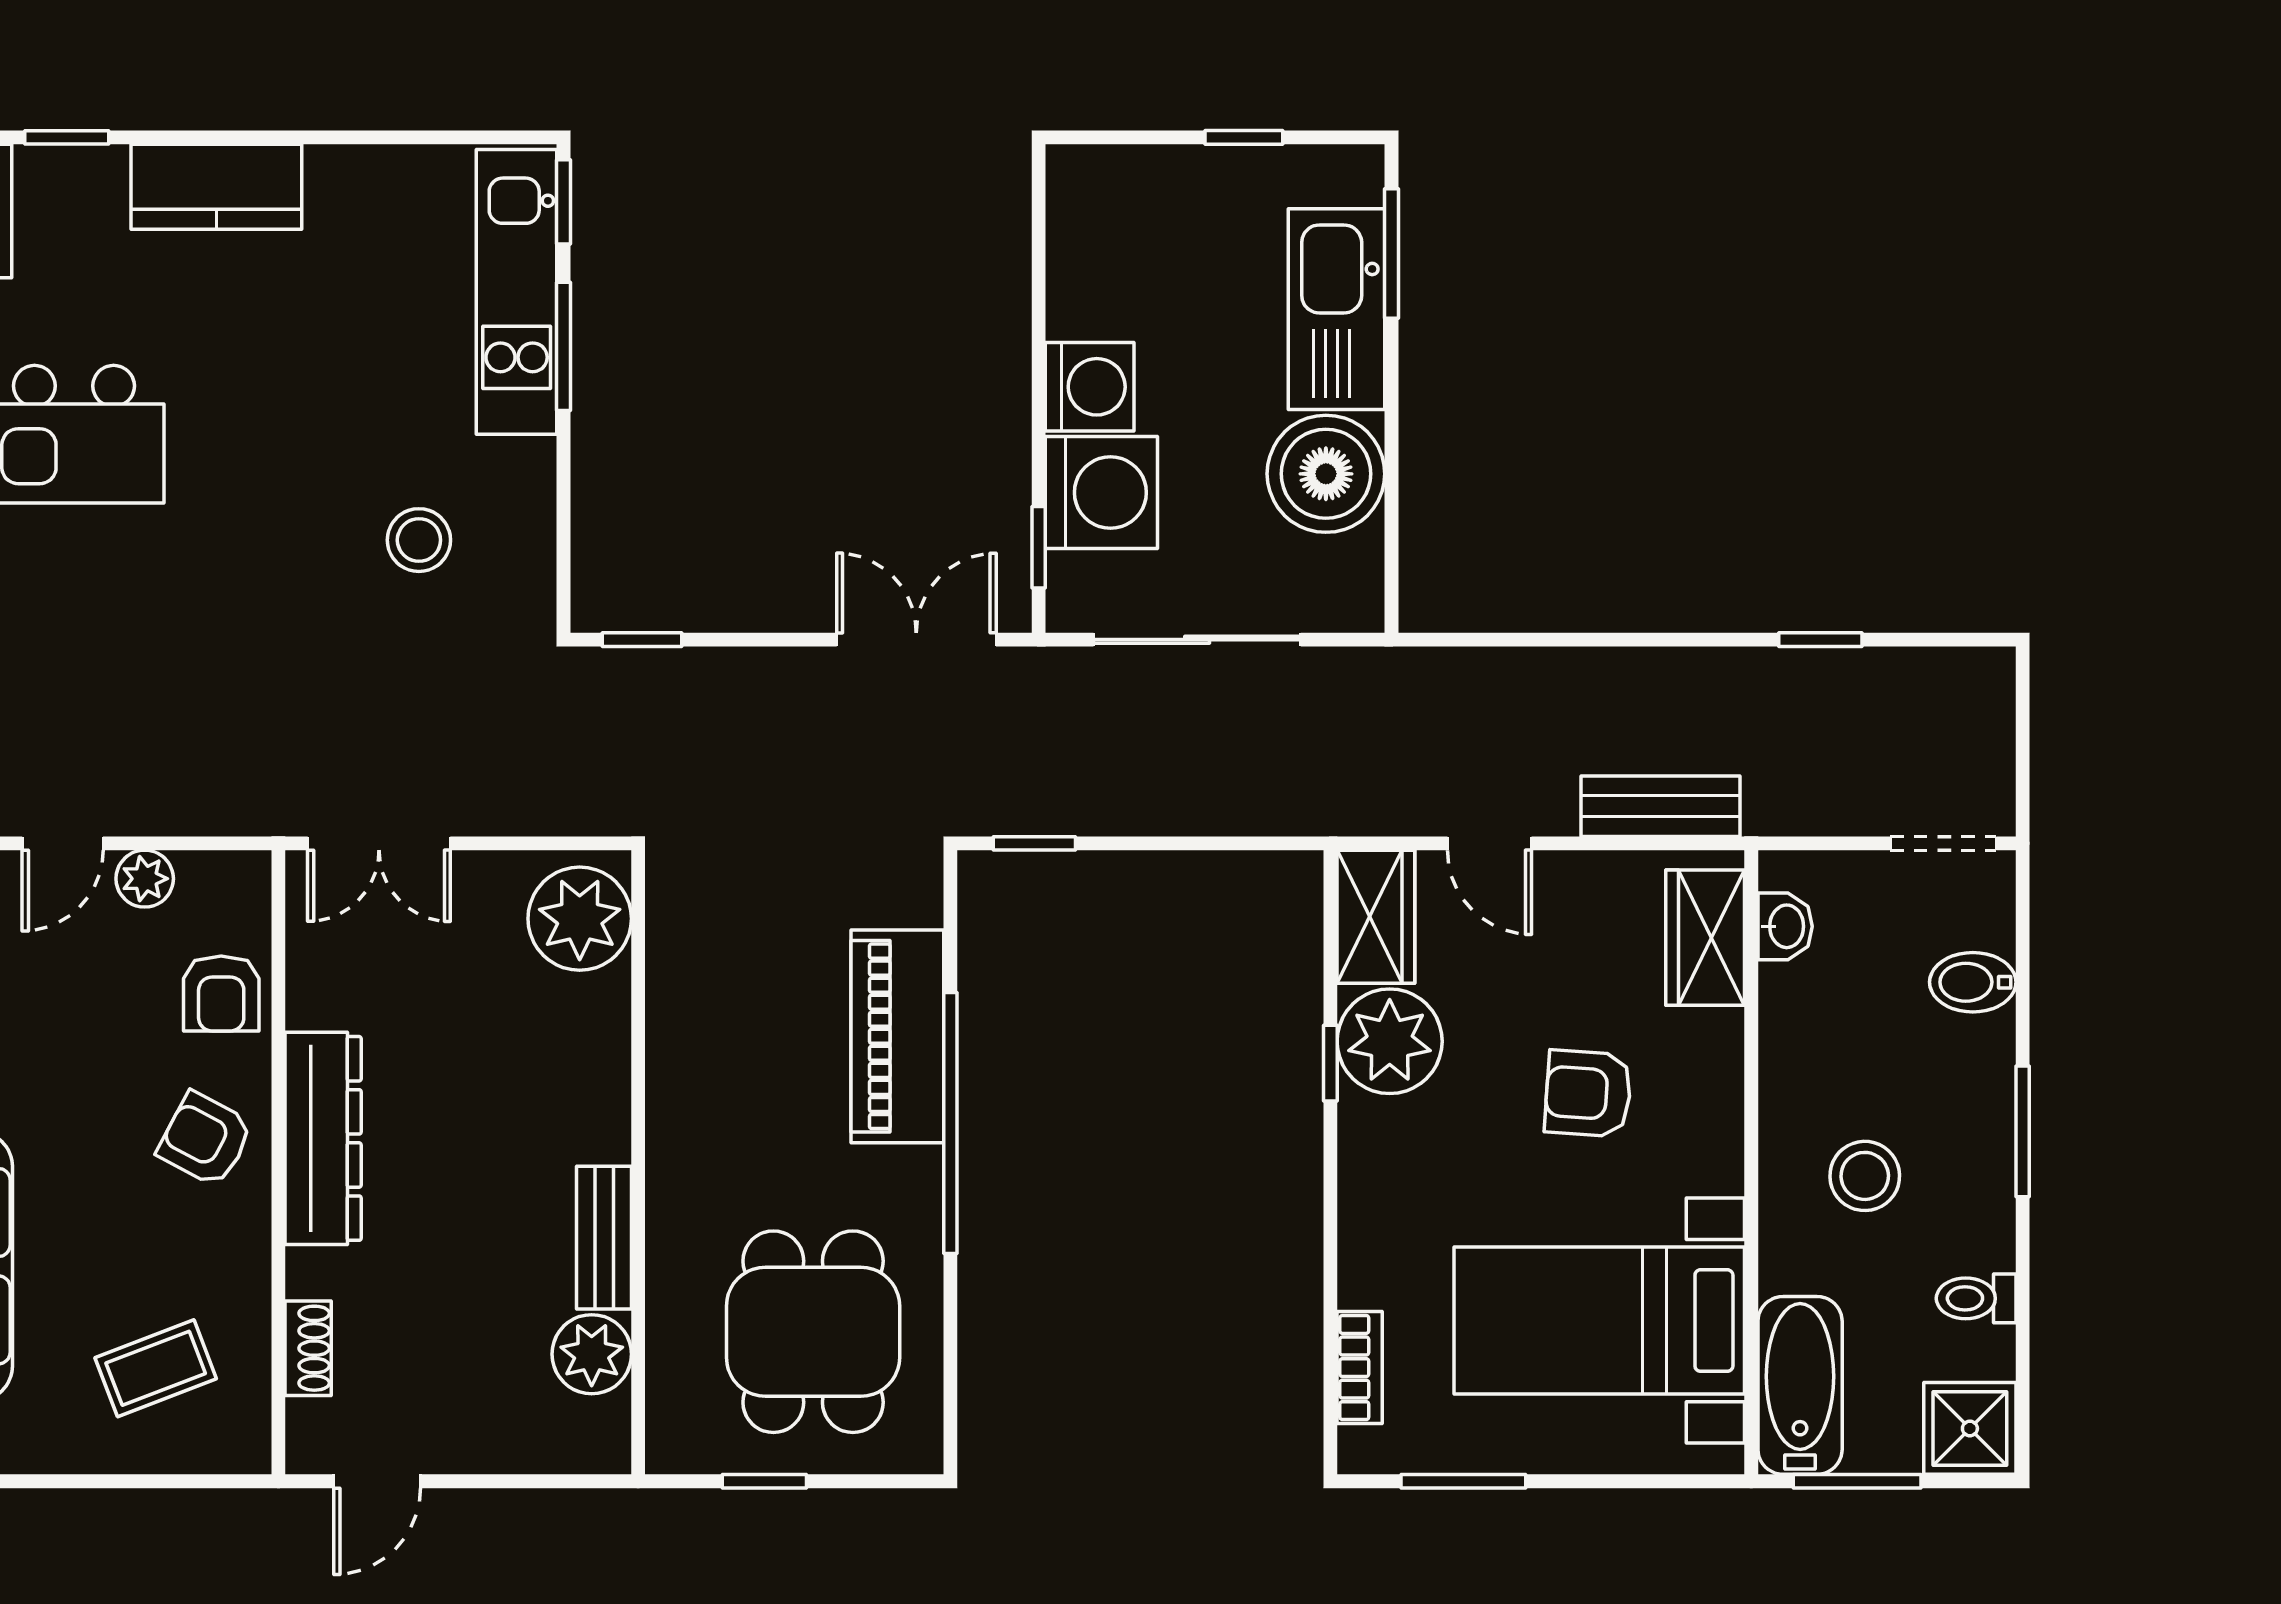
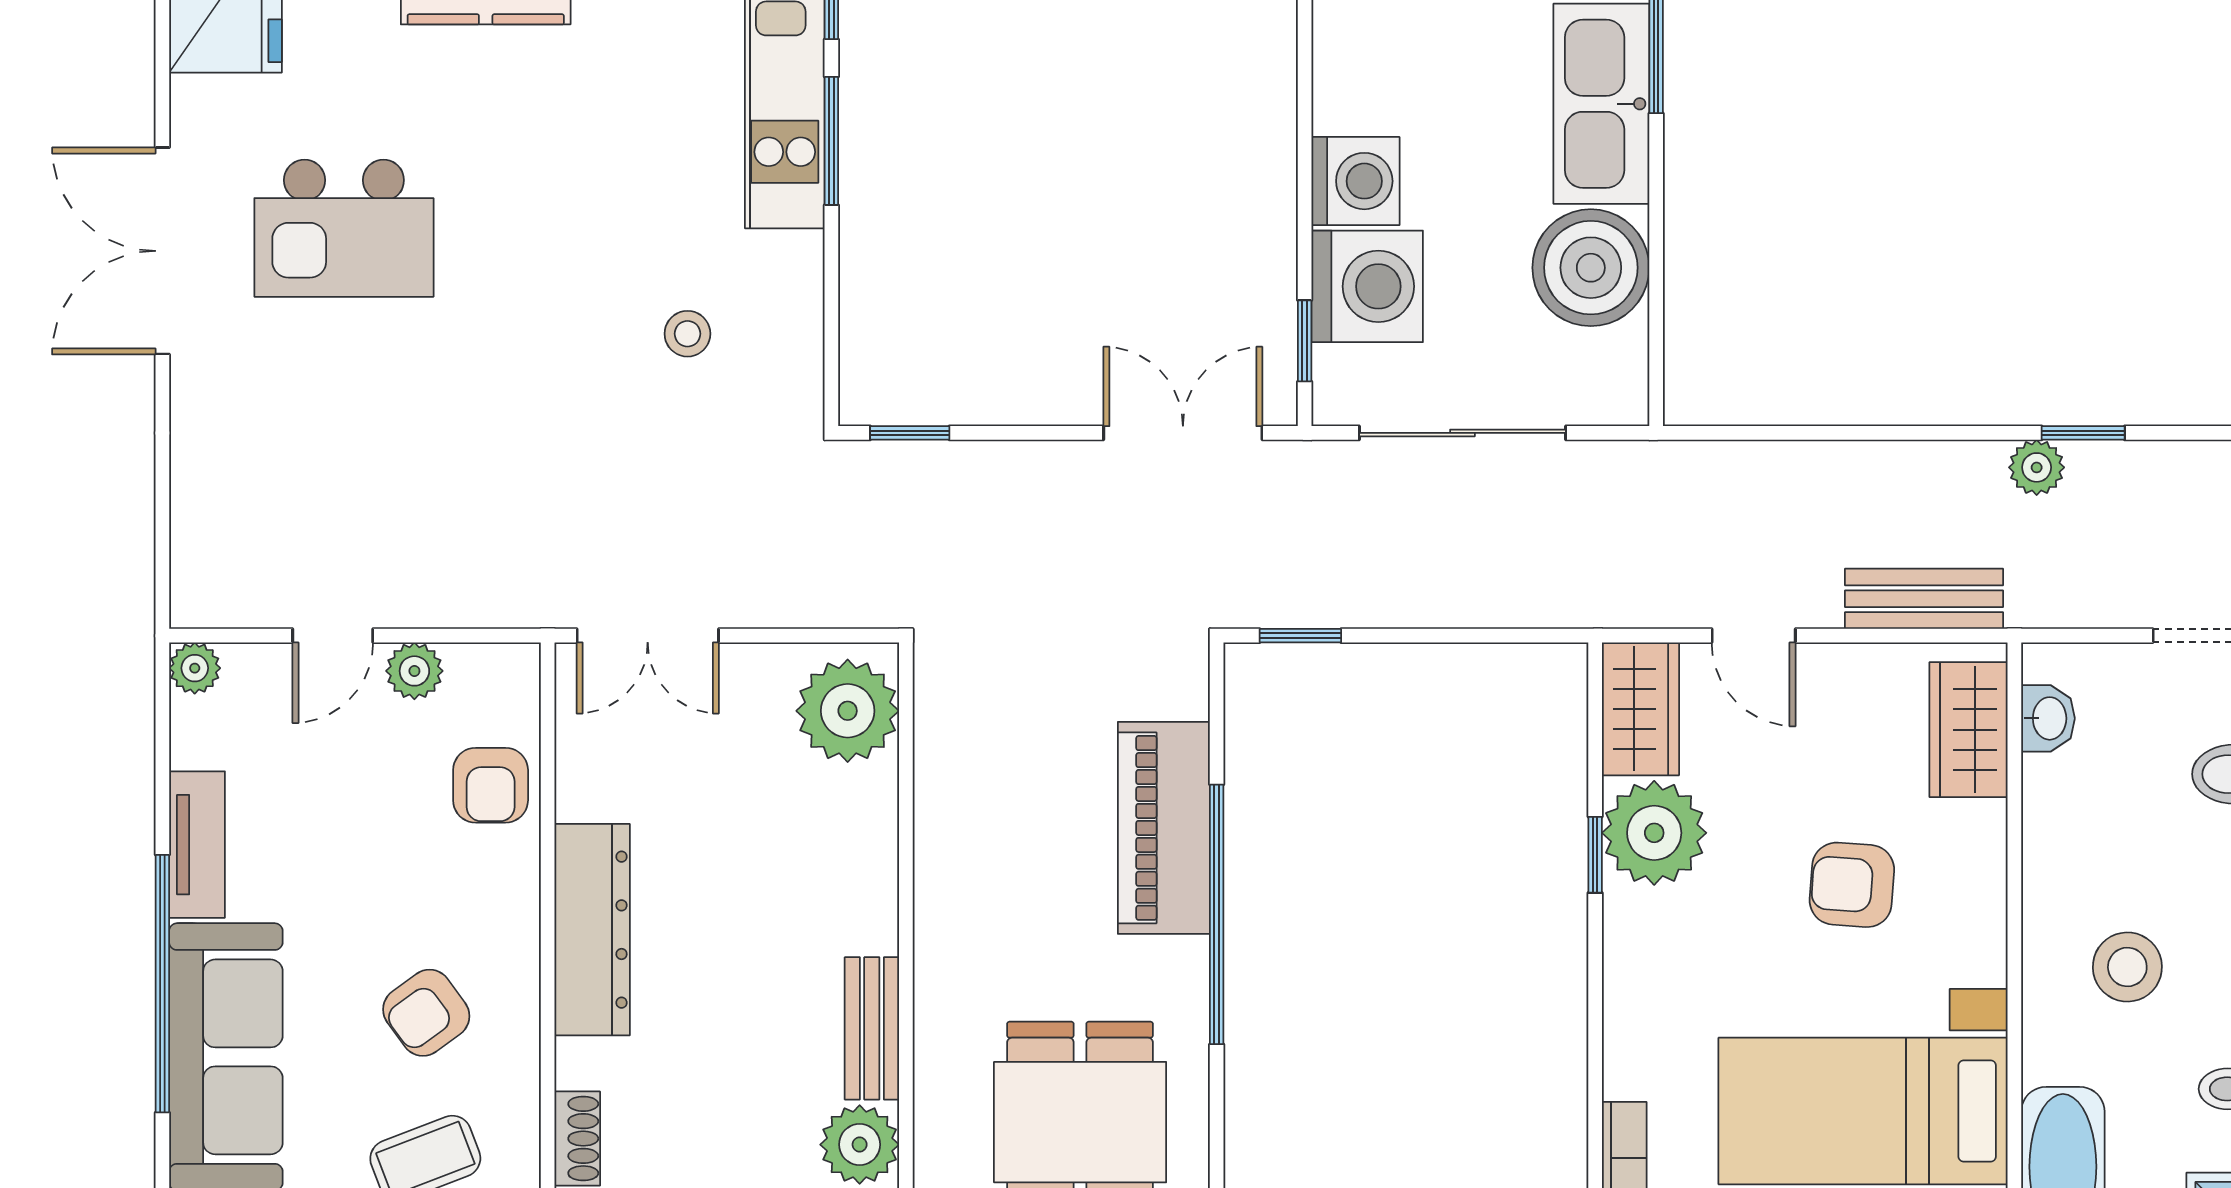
stool: (419, 540) -> (687, 334), width x0.73, depth x0.73
plant: (1774, 674) -> (2037, 467), added
armchair: (205, 1139) -> (426, 1013), moved, turned -64

